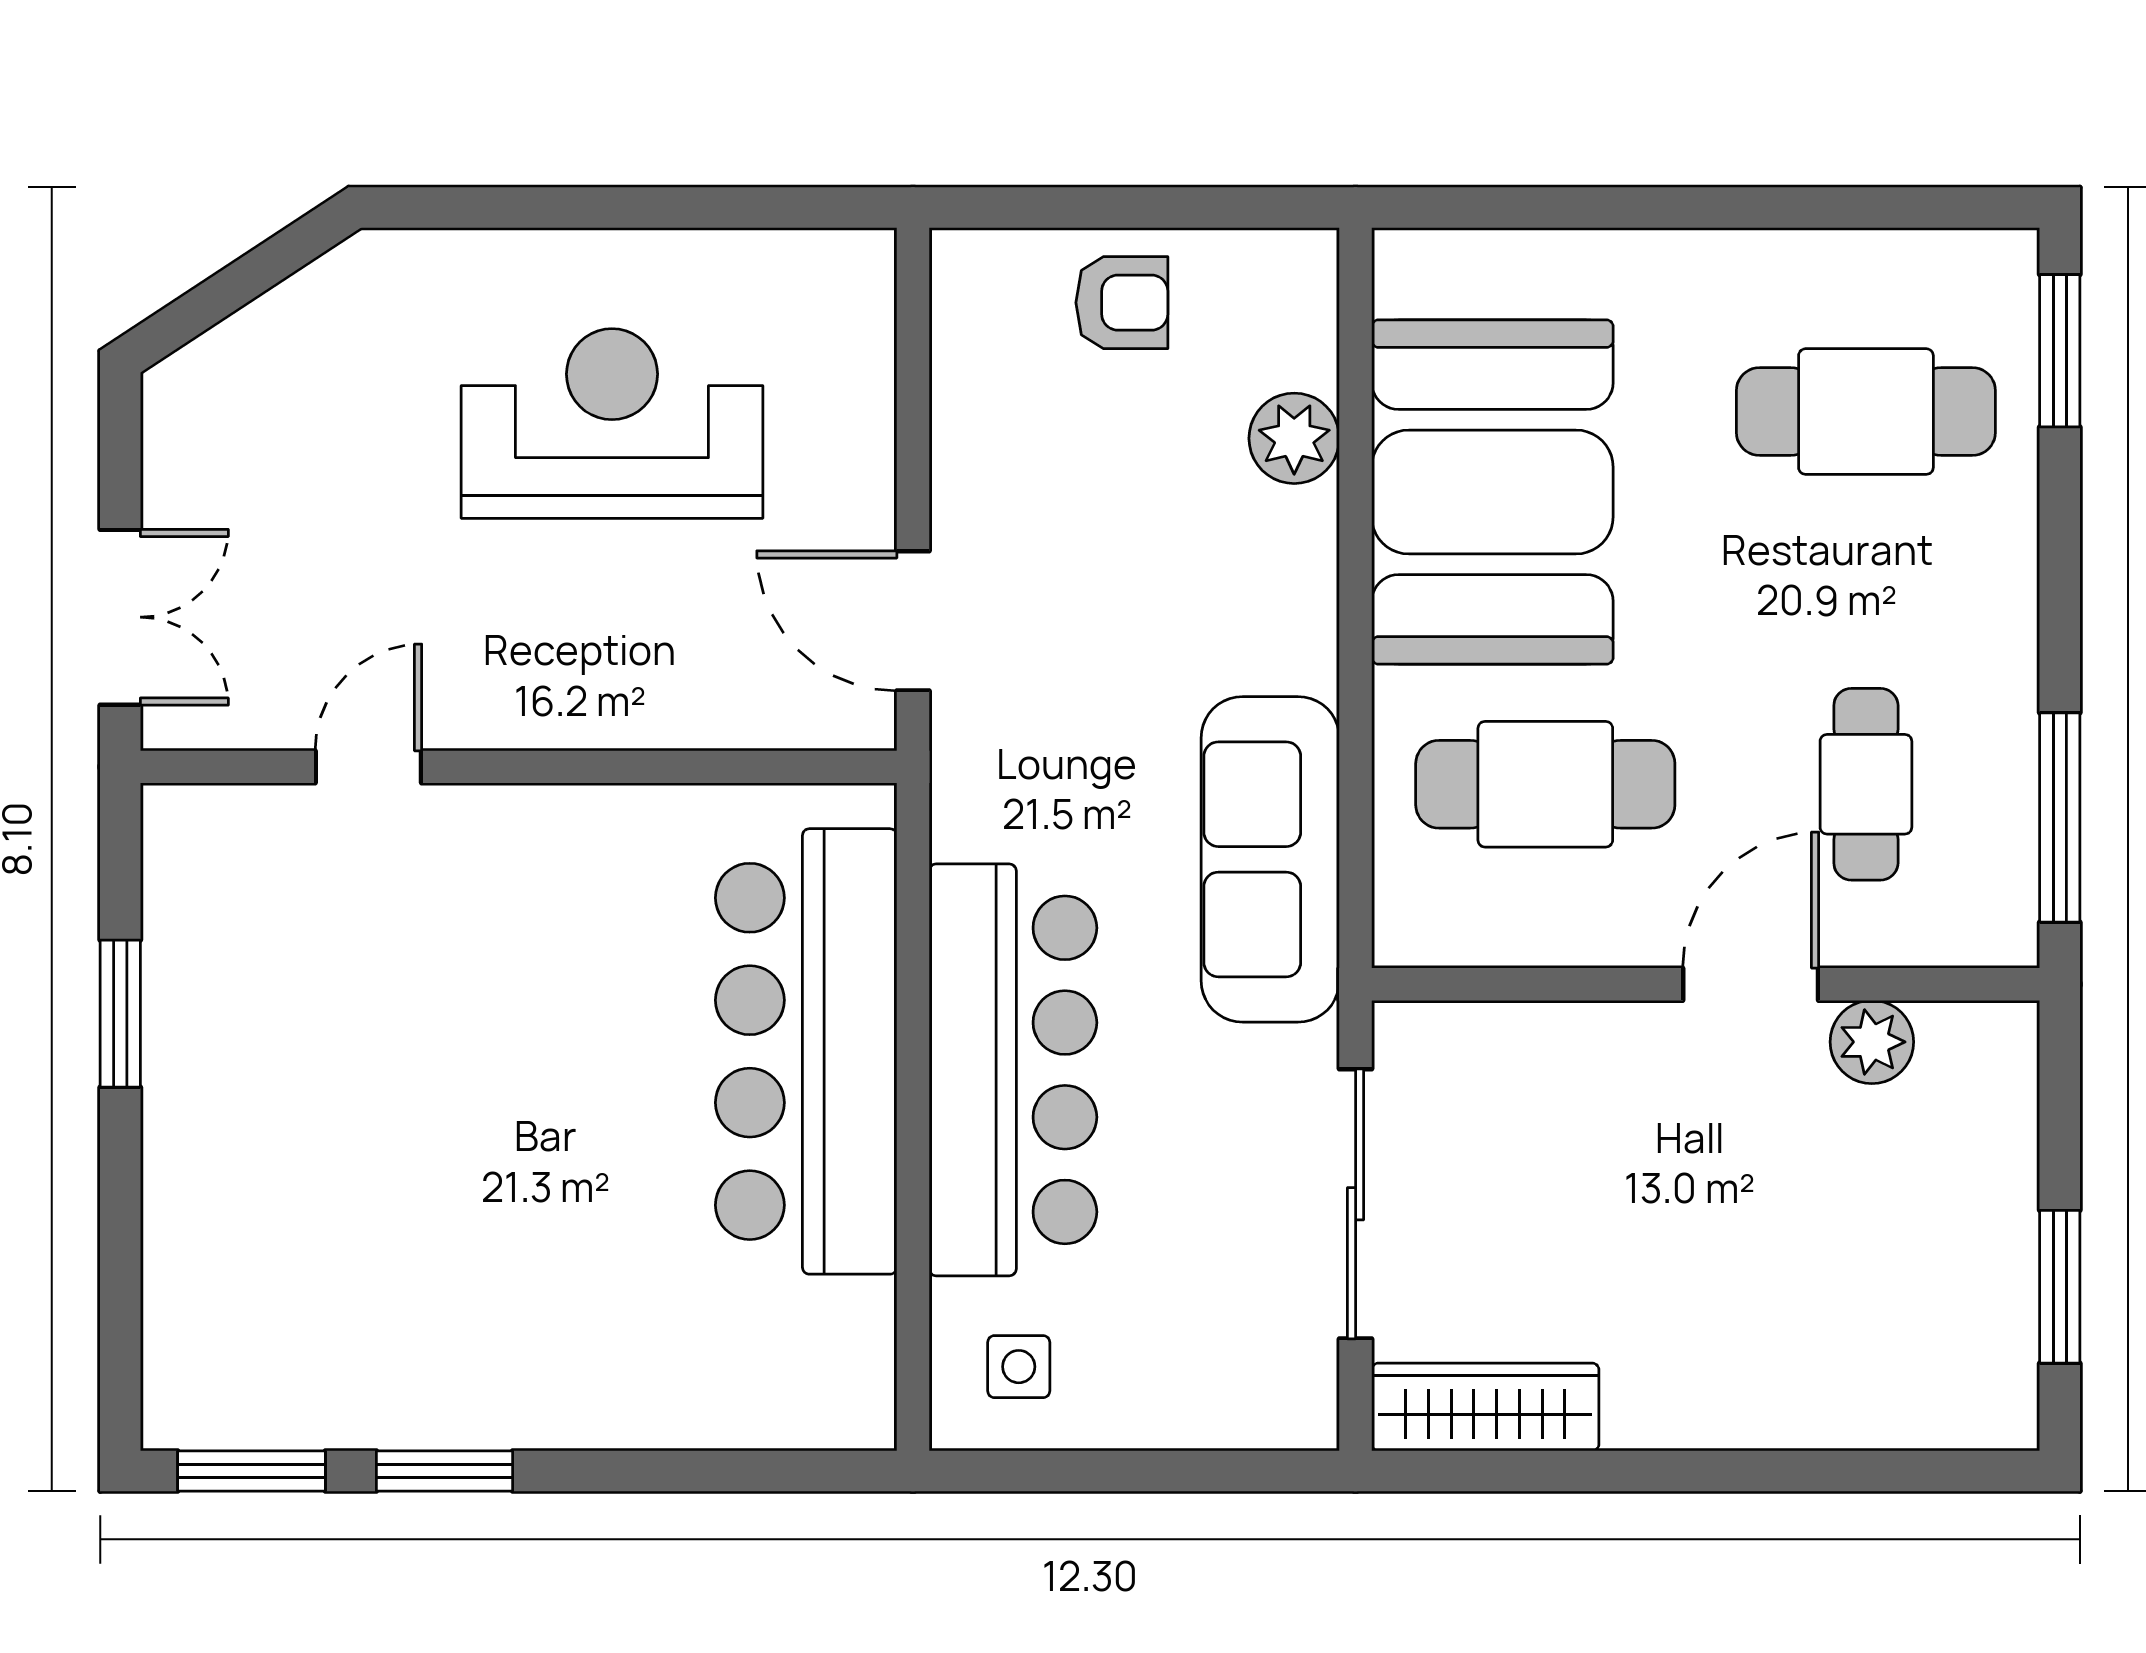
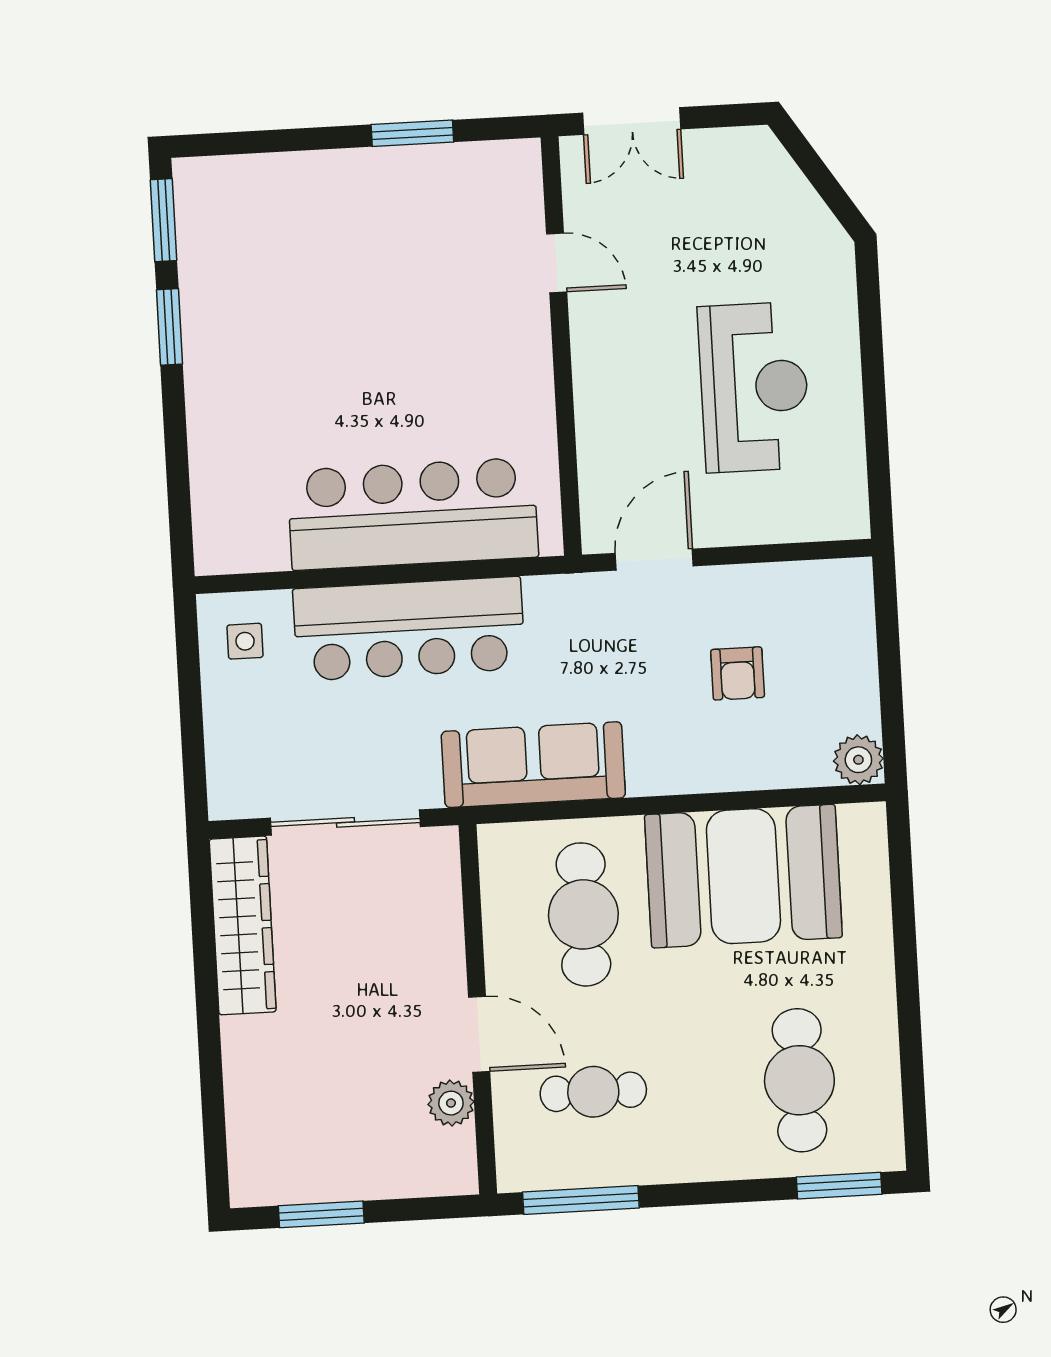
armchair: (1122, 303) -> (738, 673), moved
plant: (1294, 438) -> (858, 760), moved
wardrobe: (1485, 1407) -> (243, 925), width x1.40, depth x1.17

